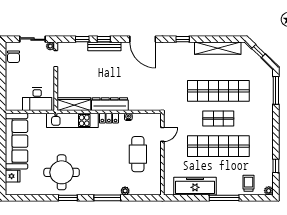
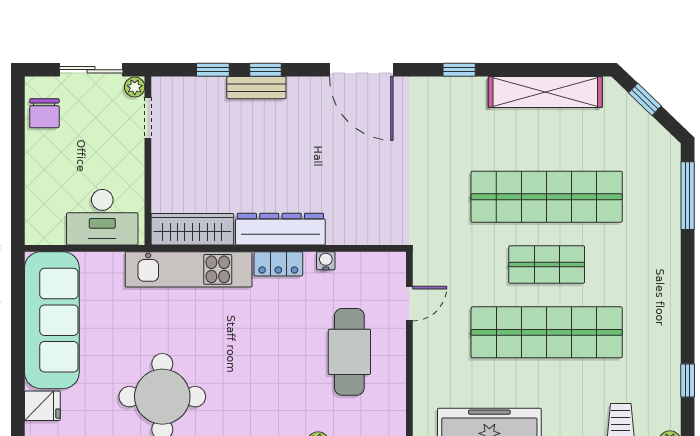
bench: (104, 46) -> (256, 88), width x0.73

